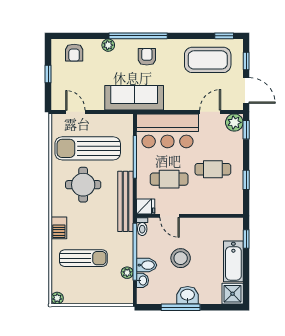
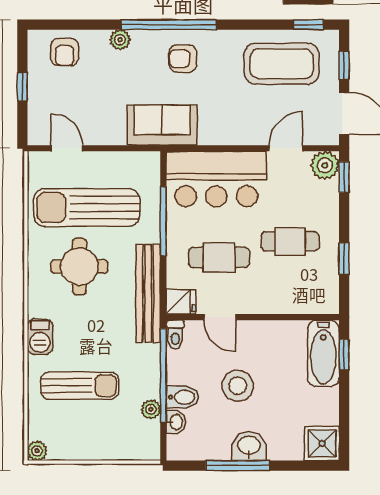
armchair: (147, 57) -> (183, 59), turned -90
sofa: (134, 98) -> (162, 125), width x0.73
bathtub: (233, 261) -> (323, 353), moved

